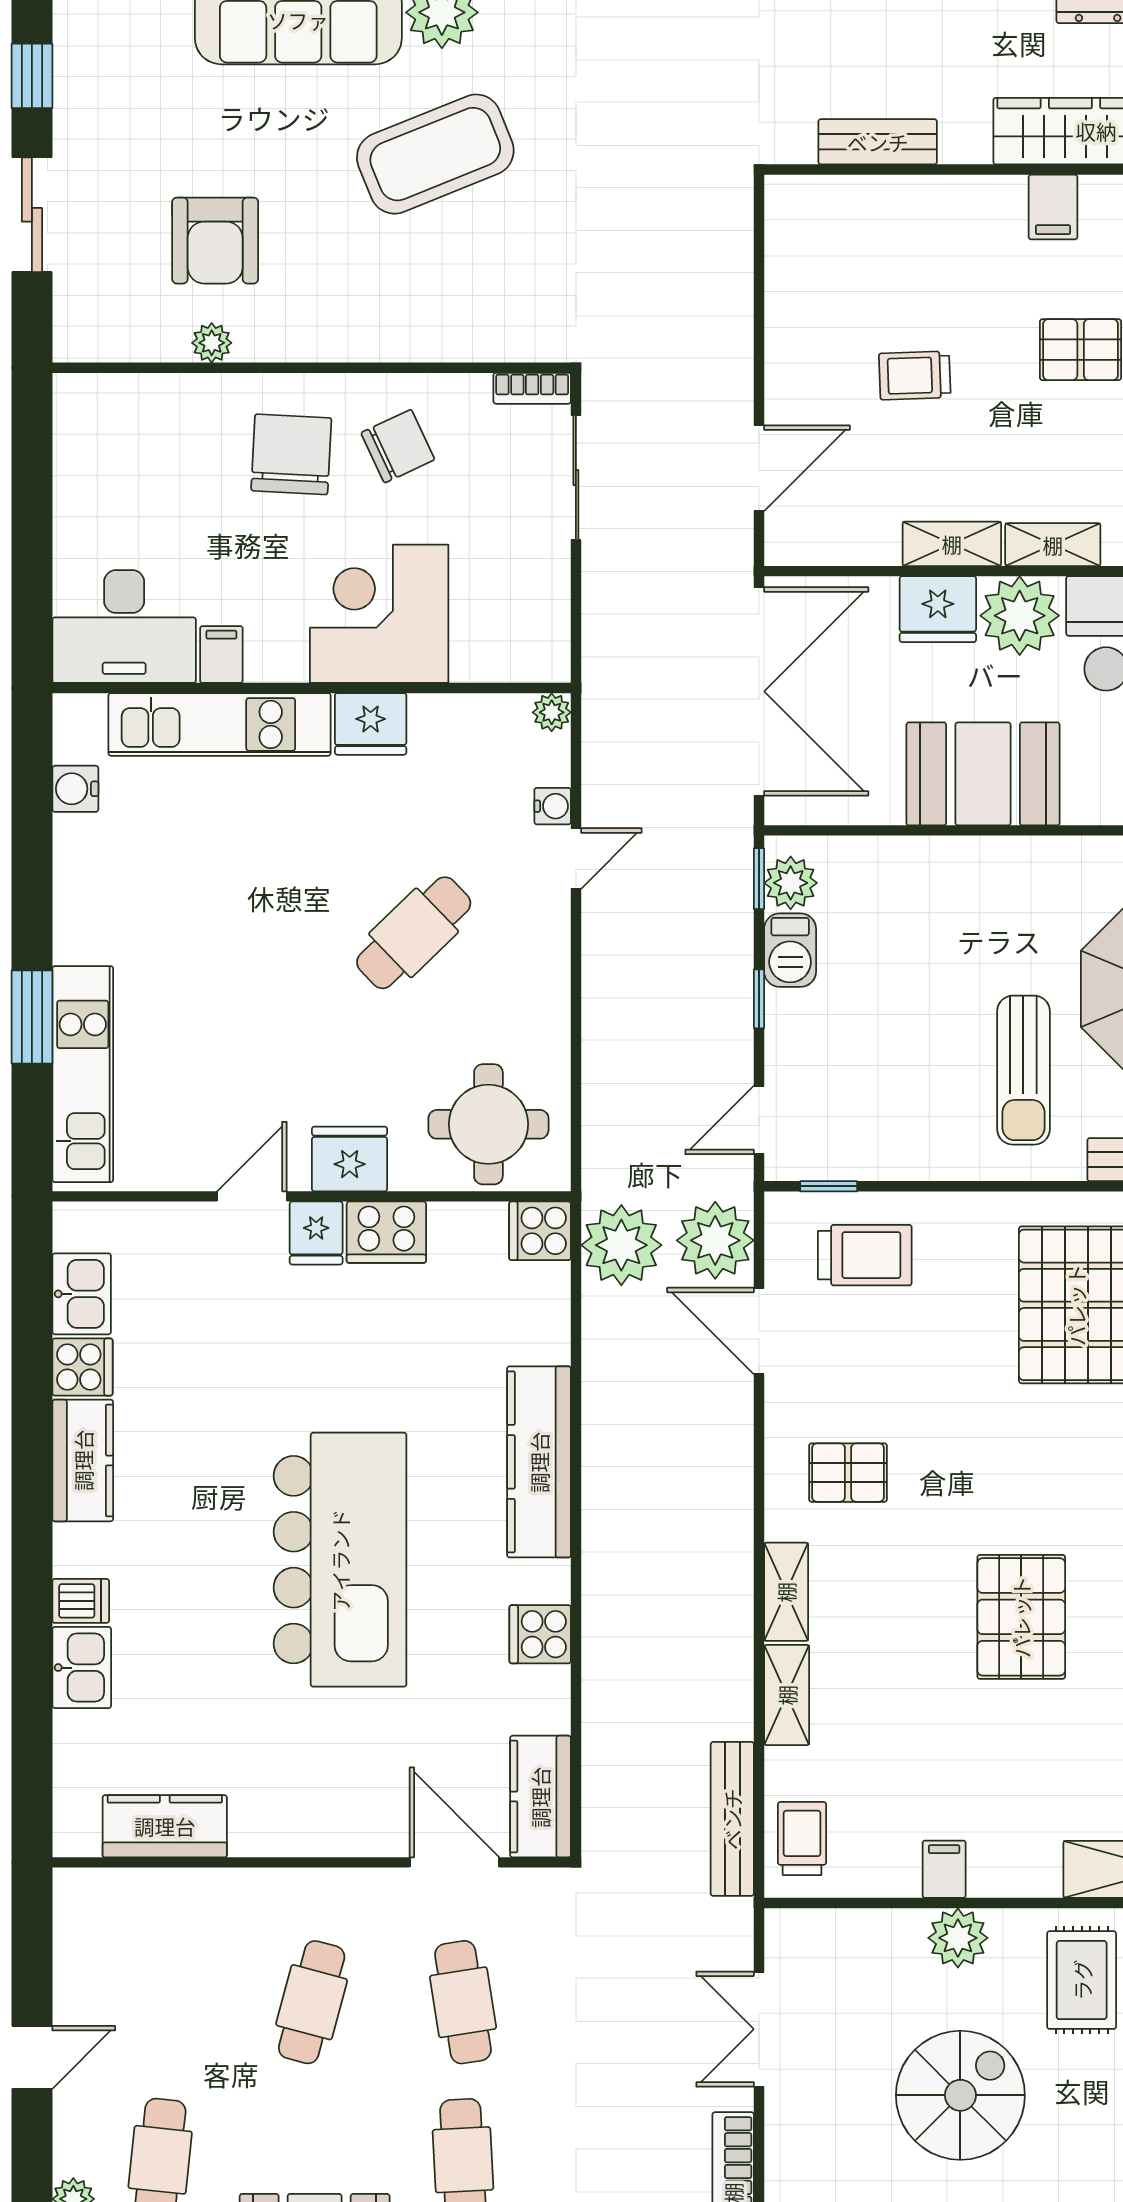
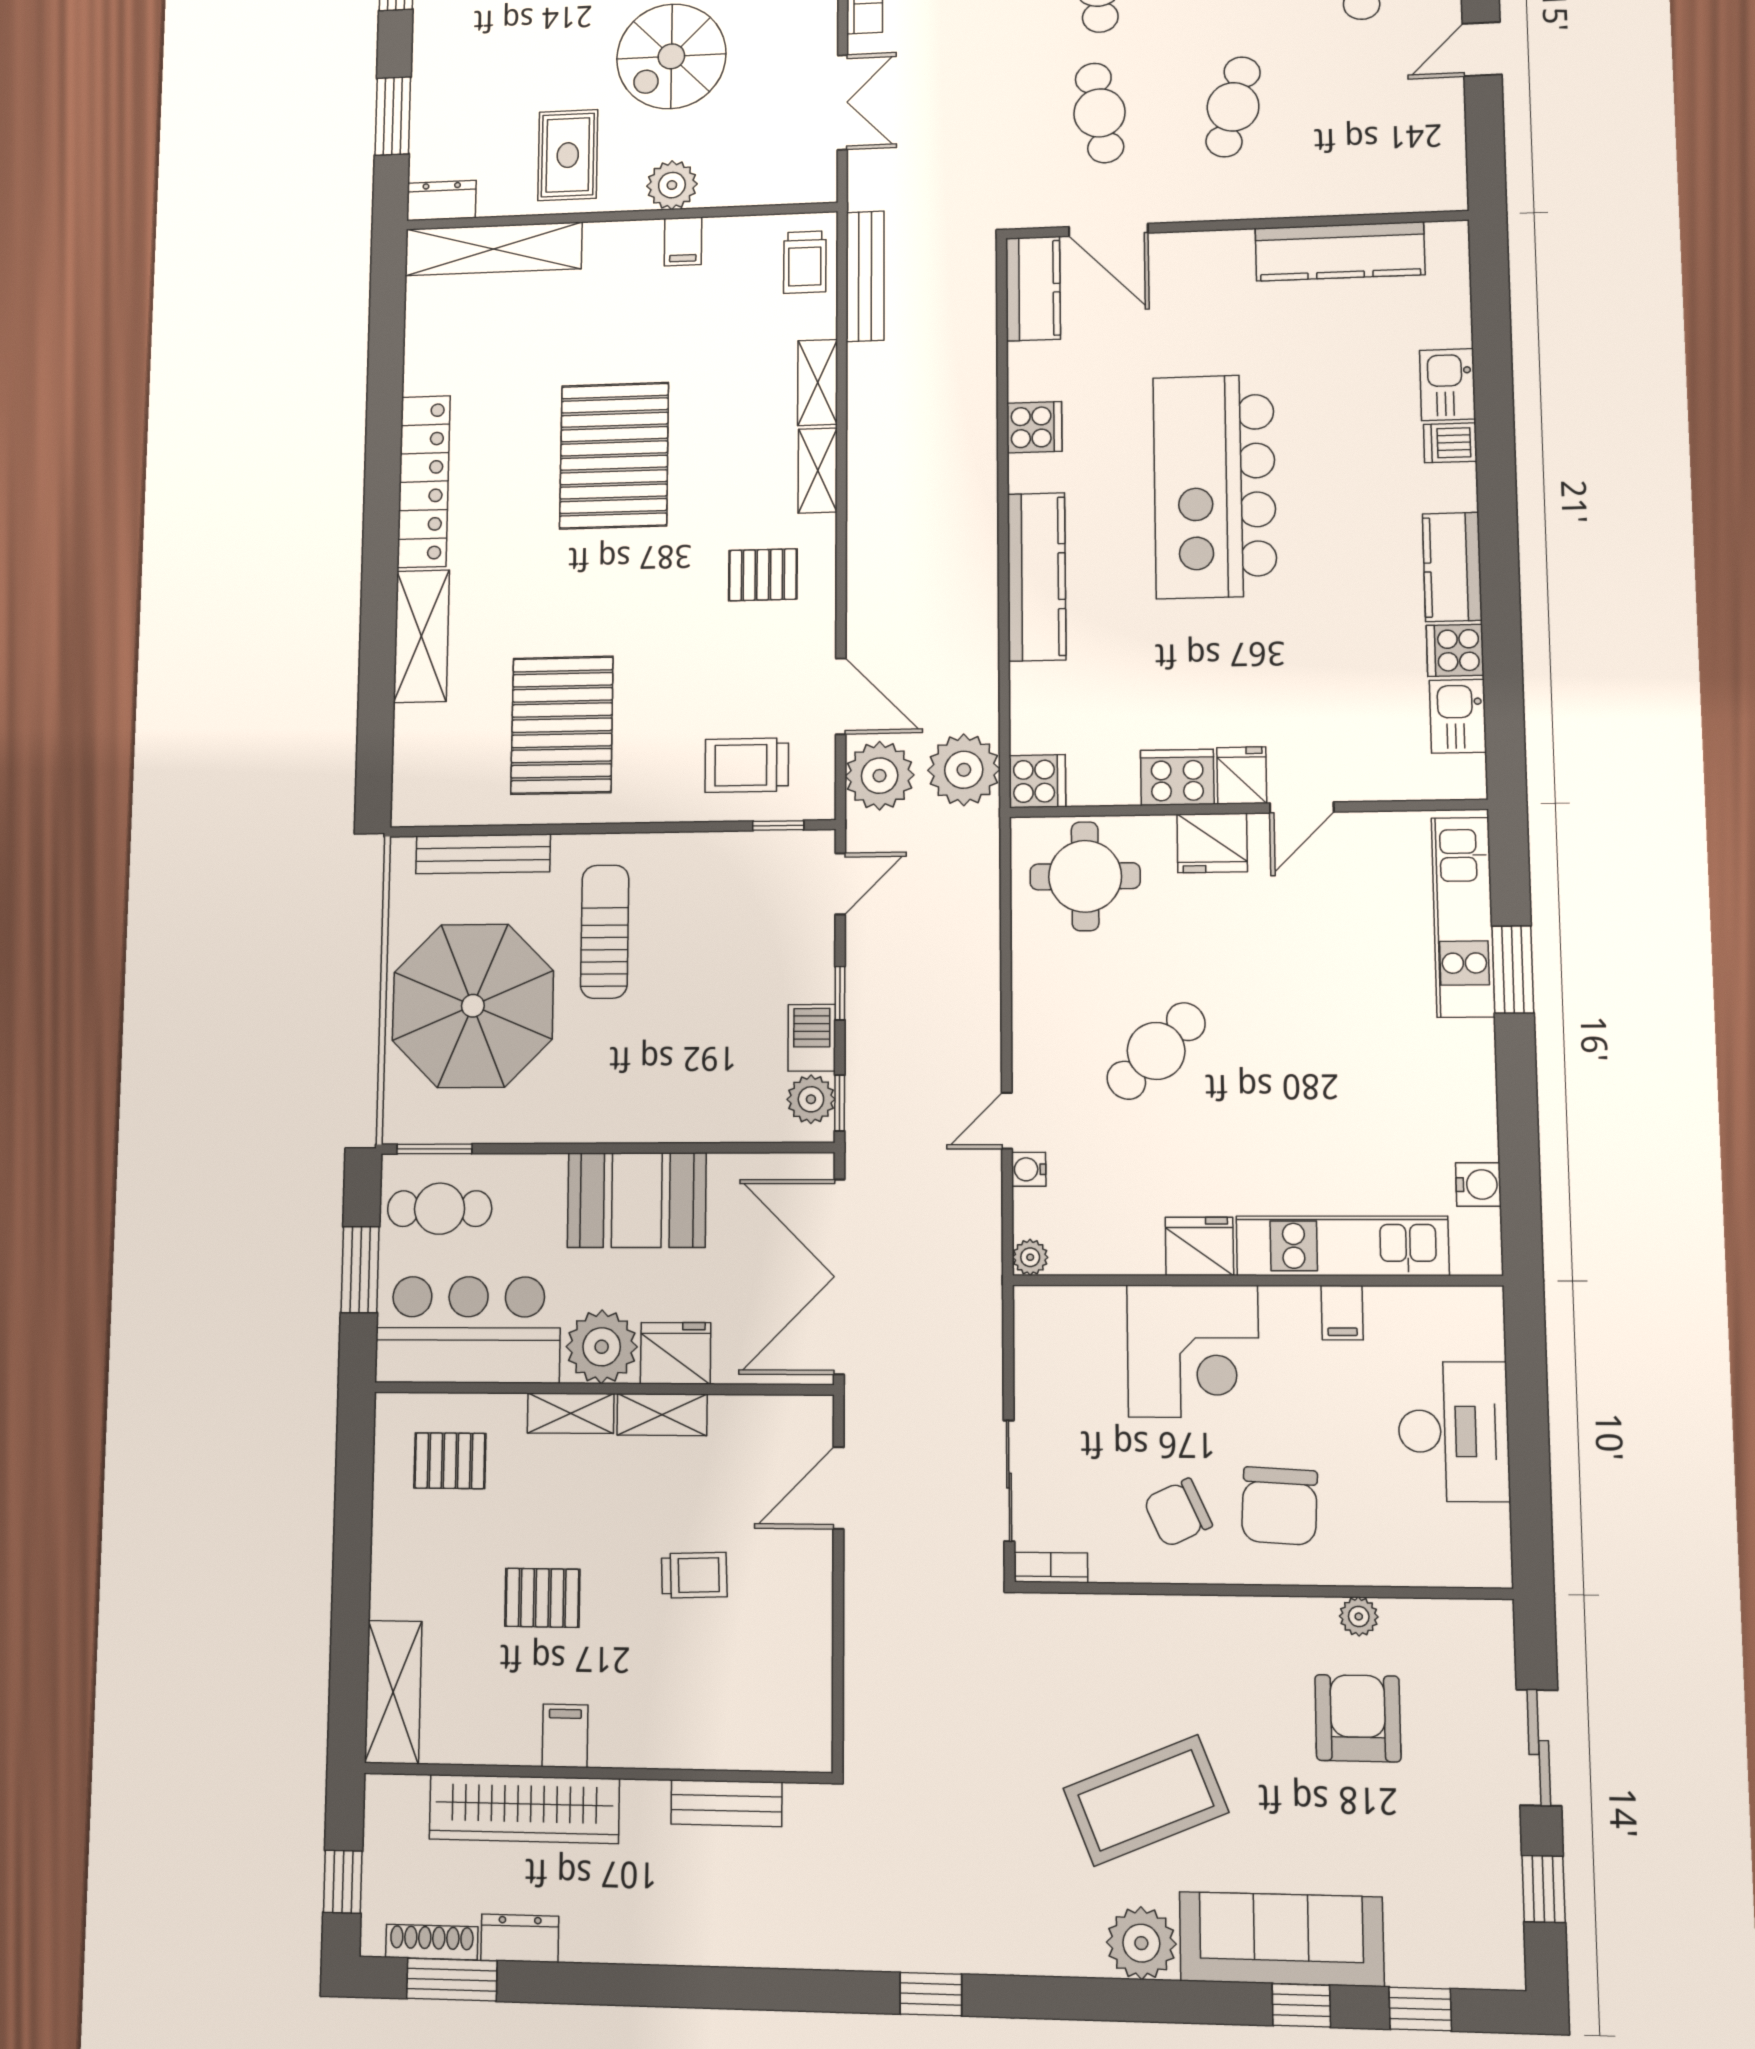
desk: (124, 626) -> (1454, 1431), moved, turned 90
pallet: (1021, 1617) -> (614, 456), width x1.37, depth x1.41
kitchen counter: (165, 1826) -> (1340, 251), width x1.50

